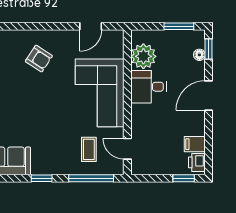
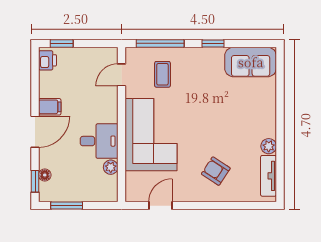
plant: (143, 56) -> (111, 167), width x0.53, depth x0.53
filing cabinet: (195, 144) -> (50, 107), moved
door: (127, 149) -> (121, 75), swing flipped

